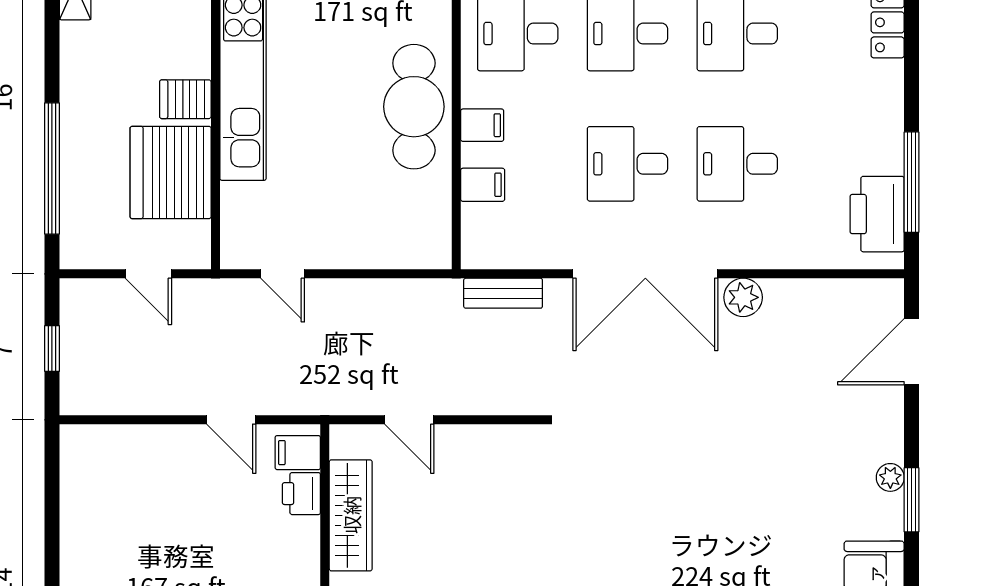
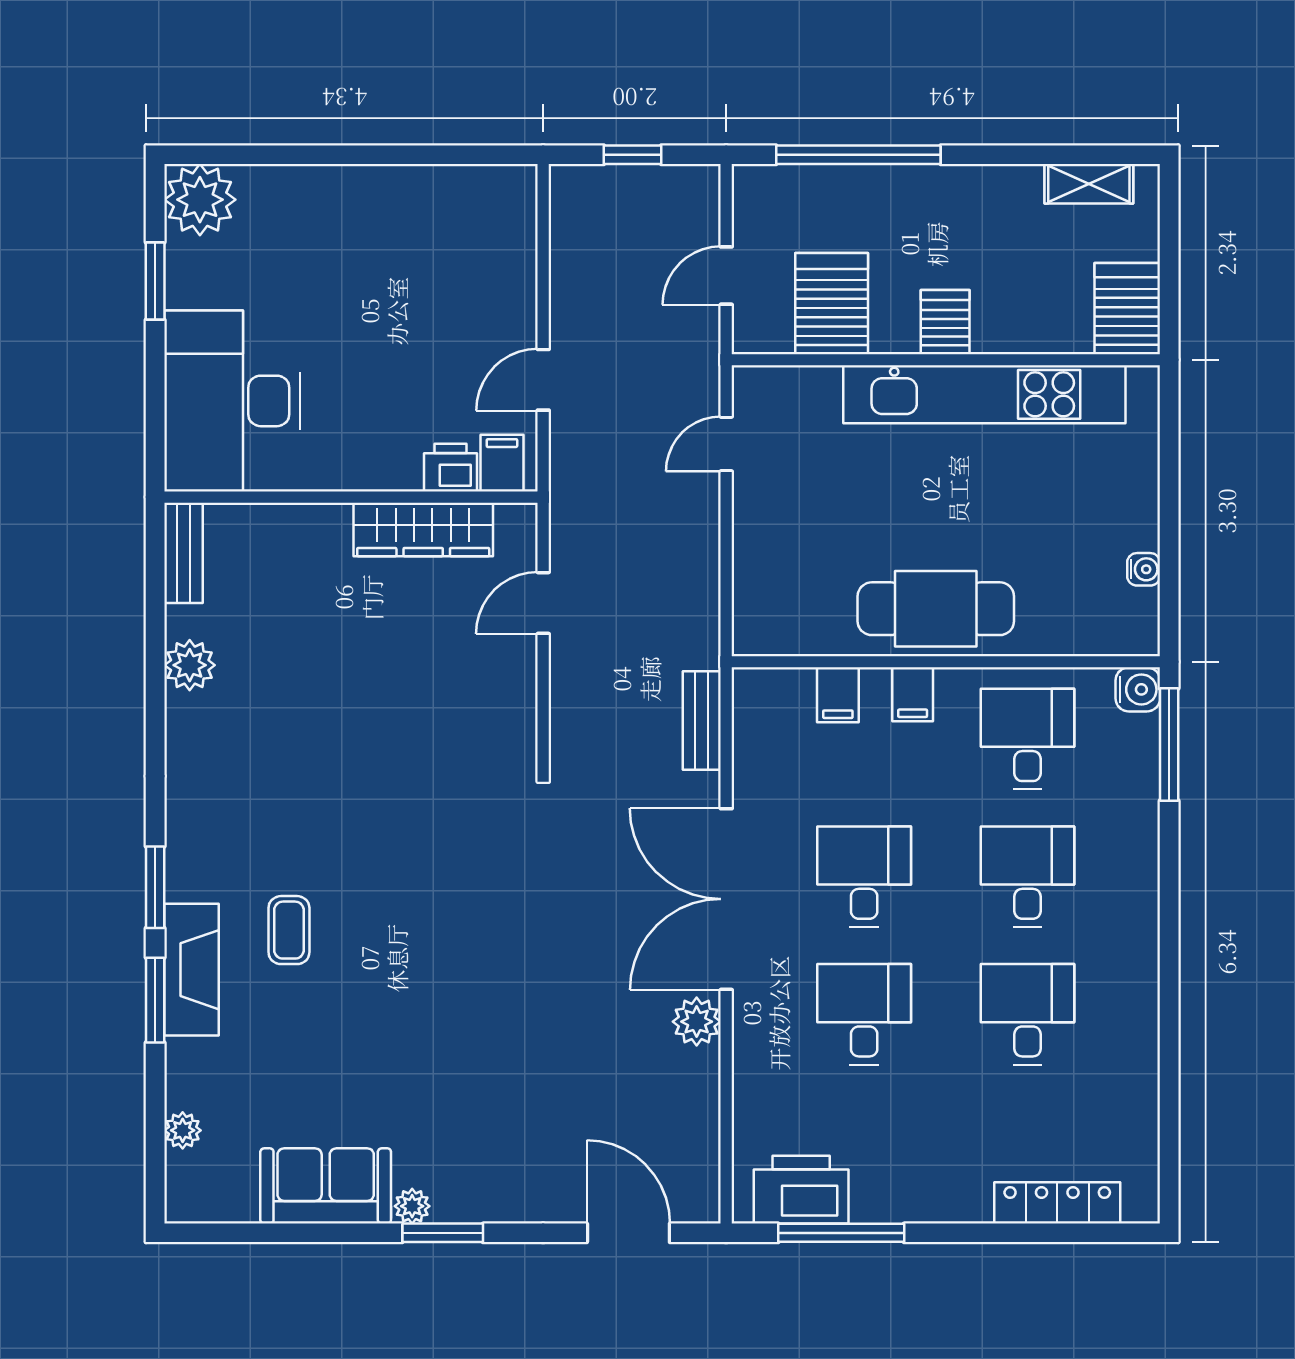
server rack: (171, 172) -> (832, 304), width x0.62
plant: (890, 477) -> (412, 1206), moved

